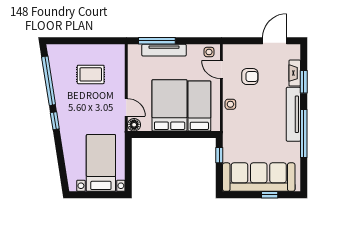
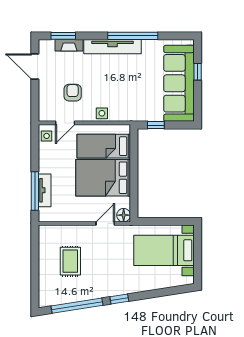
tv unit: (164, 50) -> (45, 190), width x0.71
window: (304, 82) -> (63, 36), moved

